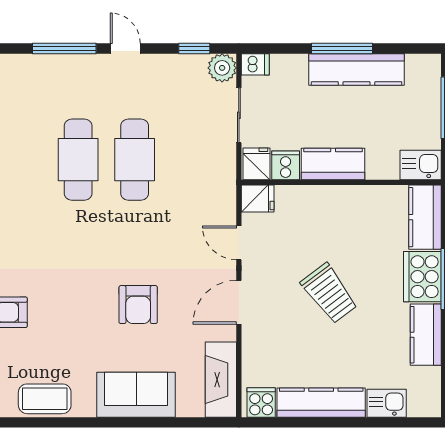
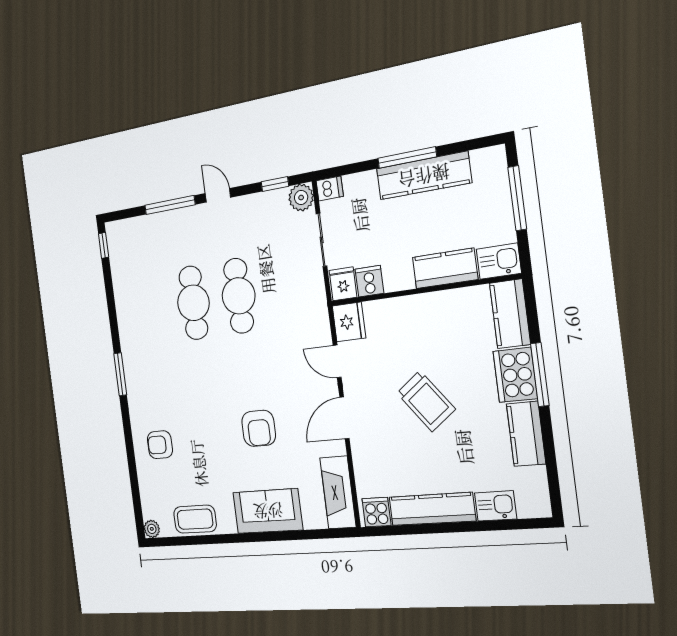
kitchen counter: (333, 164) -> (445, 268), moved
fridge: (258, 199) -> (349, 322), width x1.38

